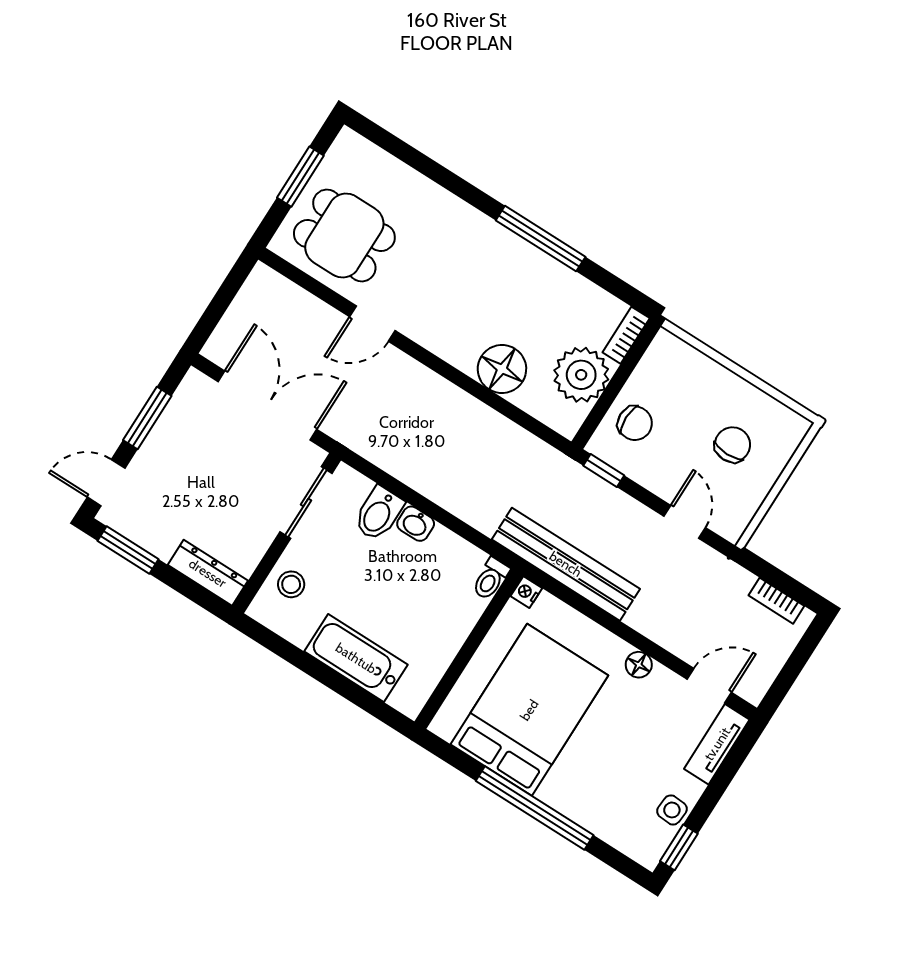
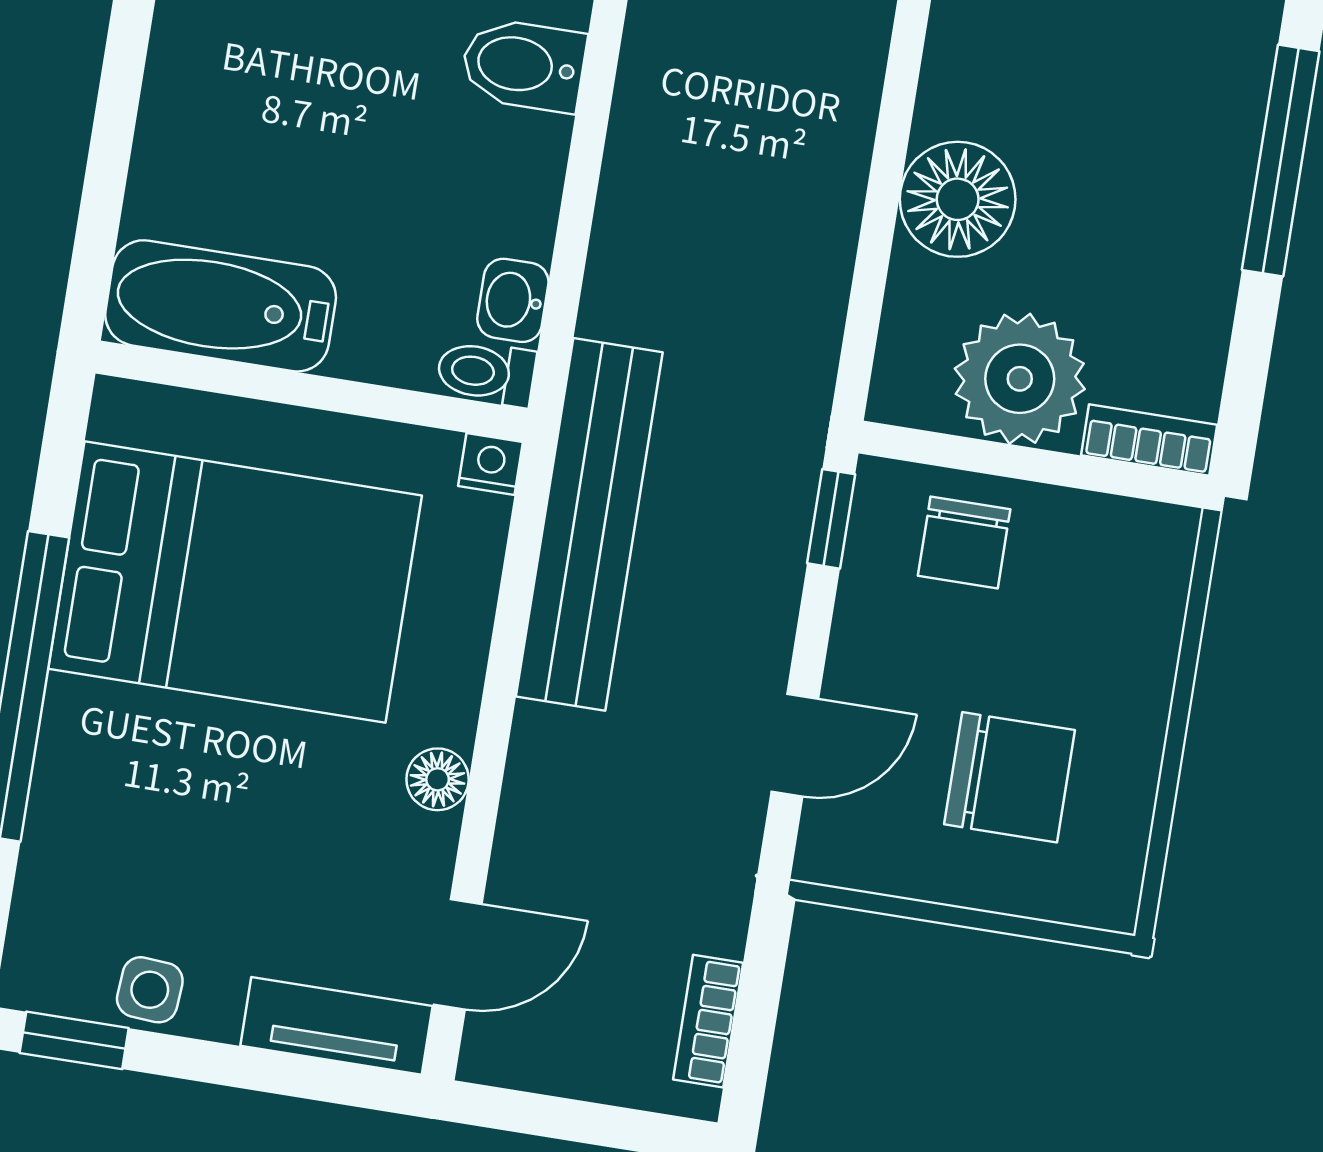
chair: (733, 445) -> (1010, 777), width x1.37, depth x1.37
washbasin: (416, 524) -> (513, 300), moved
bathtub: (356, 658) -> (221, 306), moved, turned -90
door: (709, 686) -> (458, 954), hinge flipped

